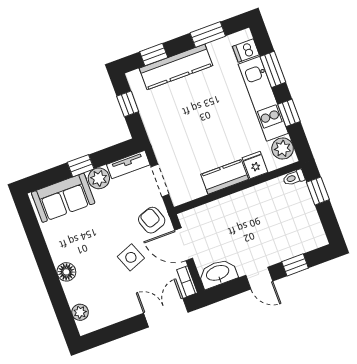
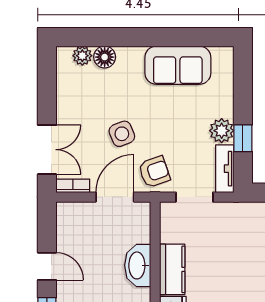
window: (81, 166) -> (243, 138), moved
sofa: (63, 198) -> (178, 65), moved, turned -90
floor lamp: (66, 272) -> (105, 57), moved
washbasin: (218, 273) -> (138, 265), moved, turned 180
door: (259, 278) -> (47, 266), swing flipped

